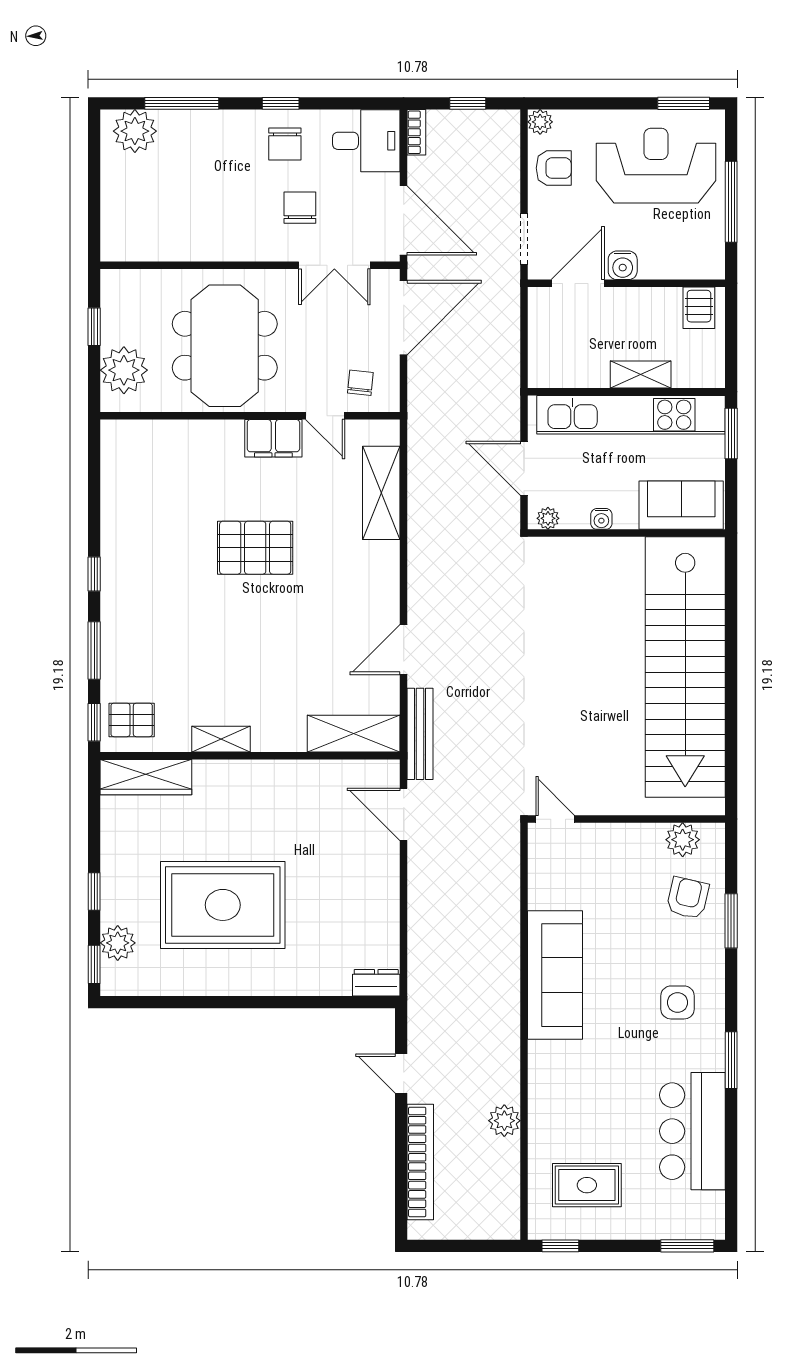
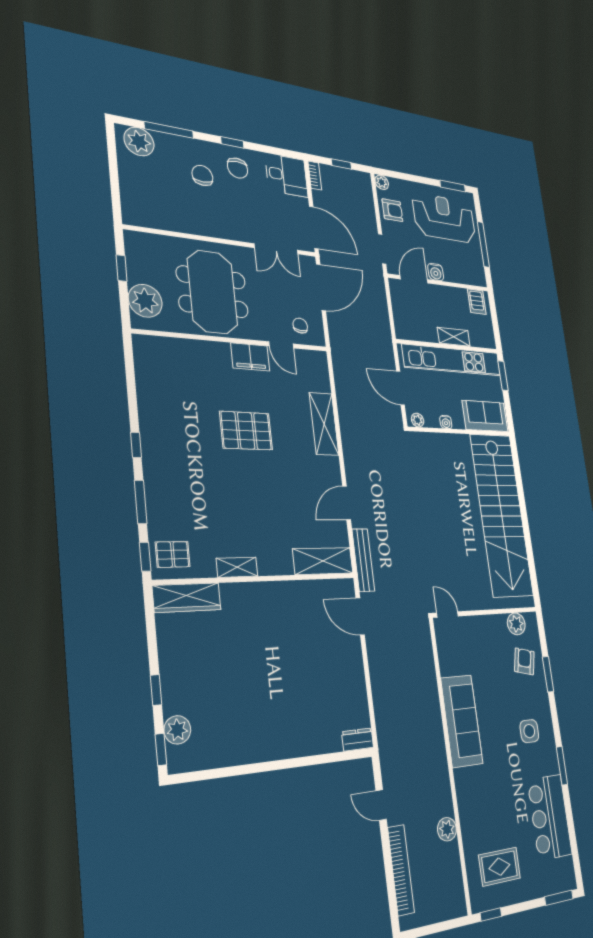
chair: (300, 208) -> (202, 175), moved
shelving: (381, 493) -> (324, 424), moved
rug: (223, 905) -> (250, 692), removed

